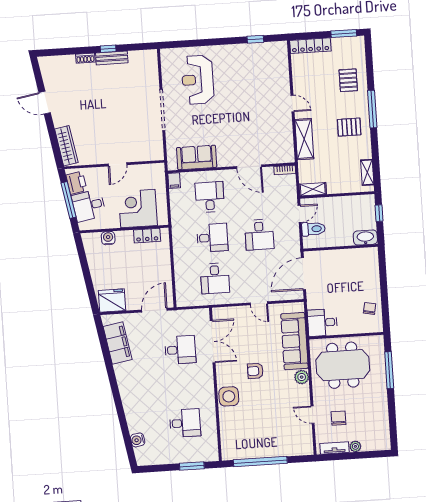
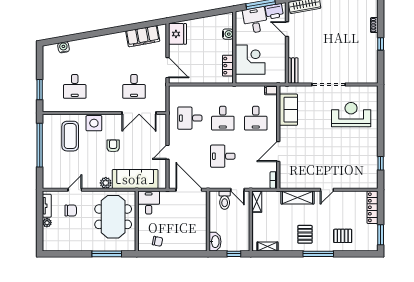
bench: (112, 58) -> (293, 71), moved
door: (117, 164) -> (287, 29), moved
desk: (210, 197) -> (256, 118), turned 90
coffee table: (247, 425) -> (70, 136), added

